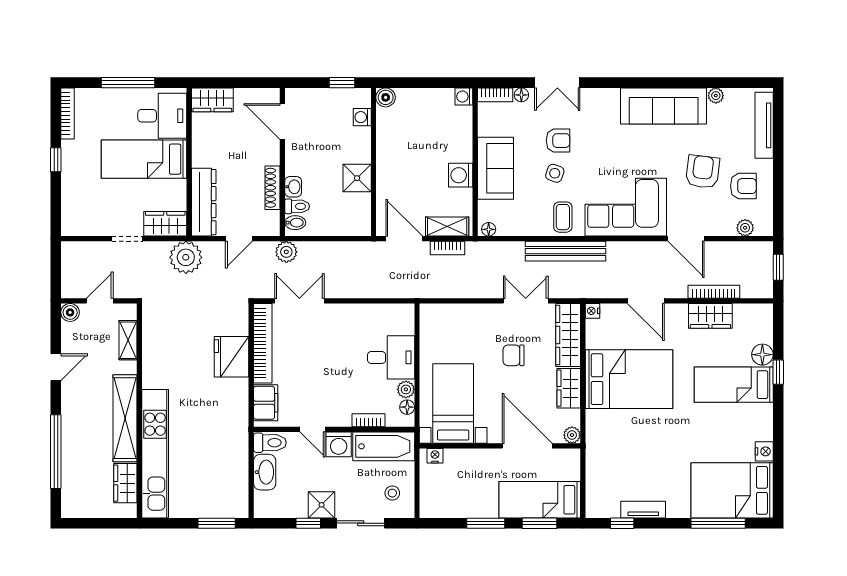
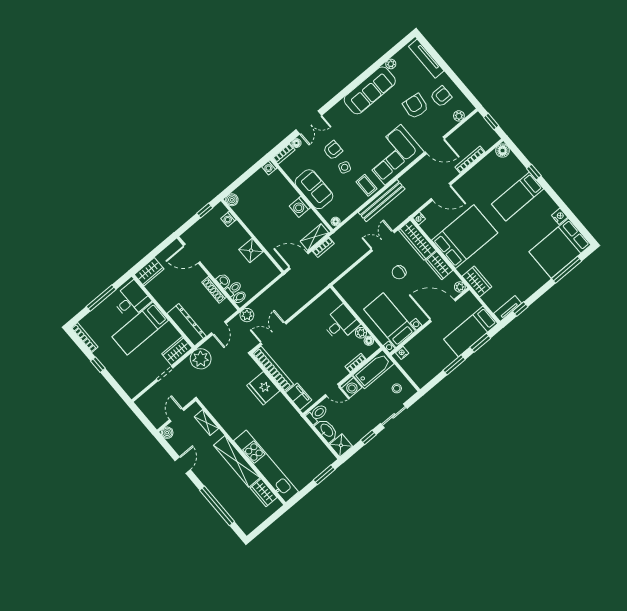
wardrobe: (710, 316) -> (477, 282), moved, turned -90
floor lamp: (762, 355) -> (503, 151), moved
shower: (322, 505) -> (341, 445), moved
tv unit: (643, 510) -> (508, 308), moved

